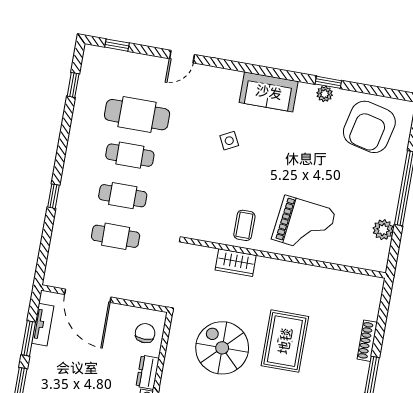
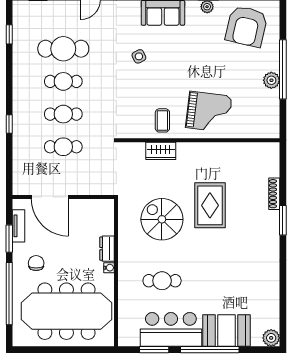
plant: (383, 230) -> (271, 80), moved
chair: (145, 333) -> (36, 263), moved

